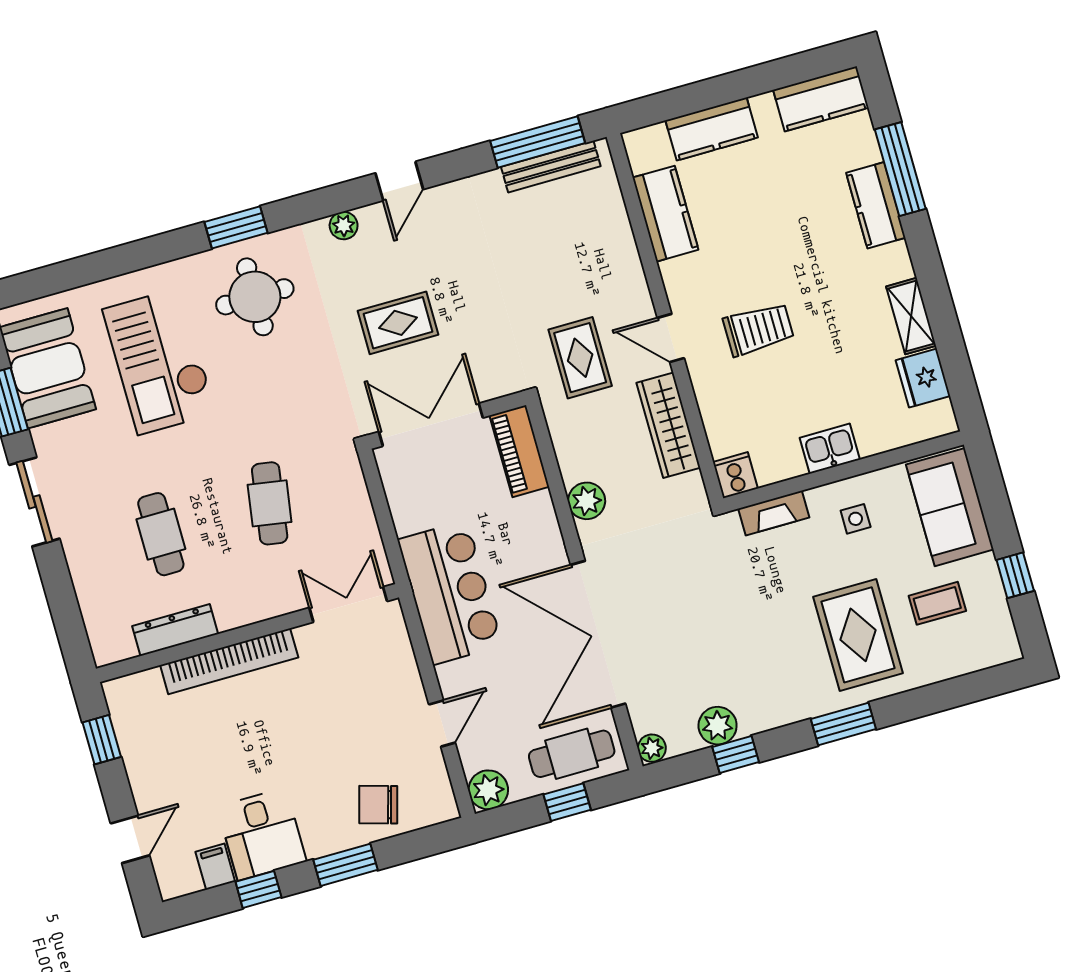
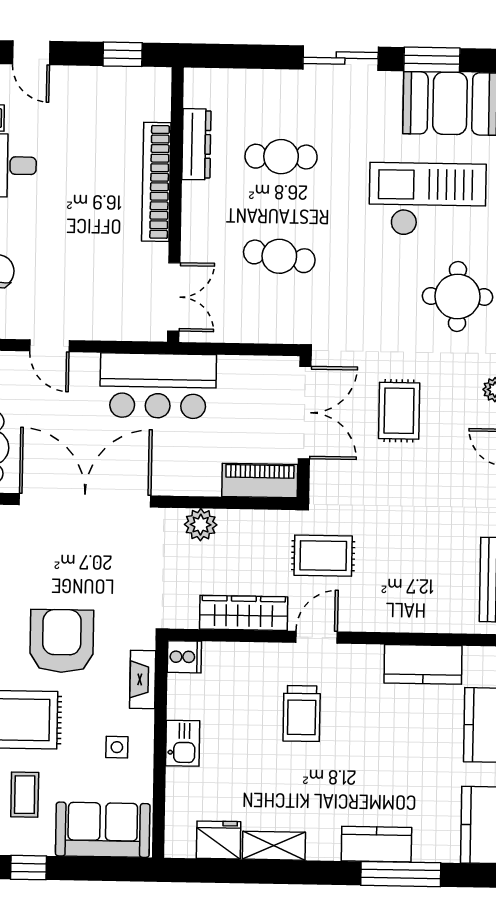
armchair: (758, 613) -> (62, 641), added

